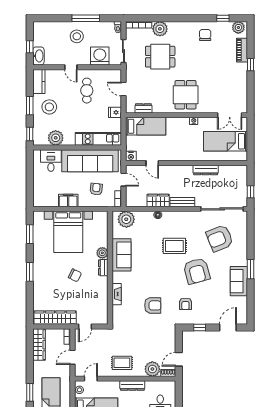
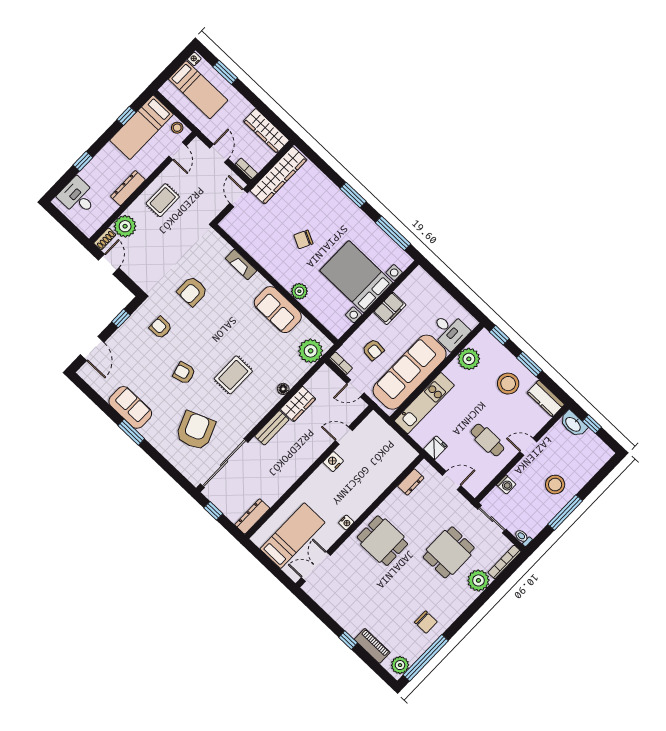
window: (223, 18) -> (426, 658), width x3.17
washing machine: (100, 56) -> (506, 485), width x0.53, depth x0.53
bed: (146, 126) -> (390, 466), removed
nightstand: (131, 156) -> (333, 462), moved
dresser: (206, 170) -> (252, 516), moved
window: (30, 234) -> (393, 233), width x1.44
dresser: (103, 268) -> (283, 277), removed
armchair: (197, 271) -> (184, 373), width x0.53, depth x0.53

